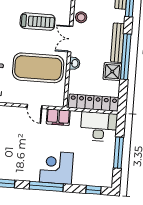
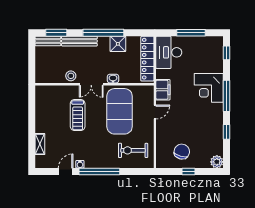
treadmill: (38, 22) -> (78, 115), turned 180
bench: (118, 43) -> (79, 41), moved

